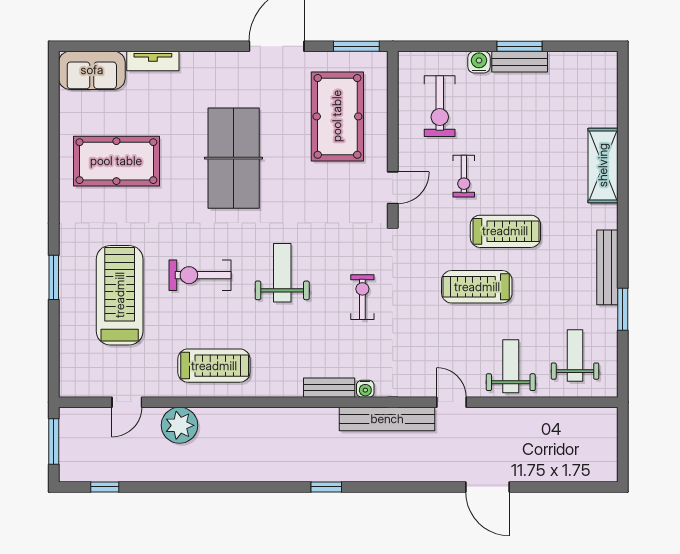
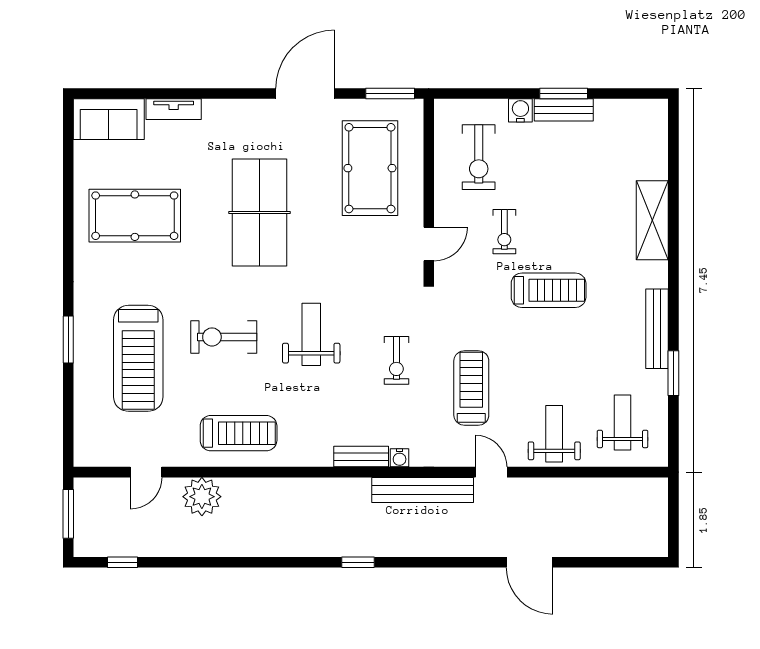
treadmill: (477, 287) -> (471, 388), moved, turned 90
treadmill: (120, 295) -> (138, 358), turned 180
exercise bike: (362, 297) -> (396, 360), turned 180

